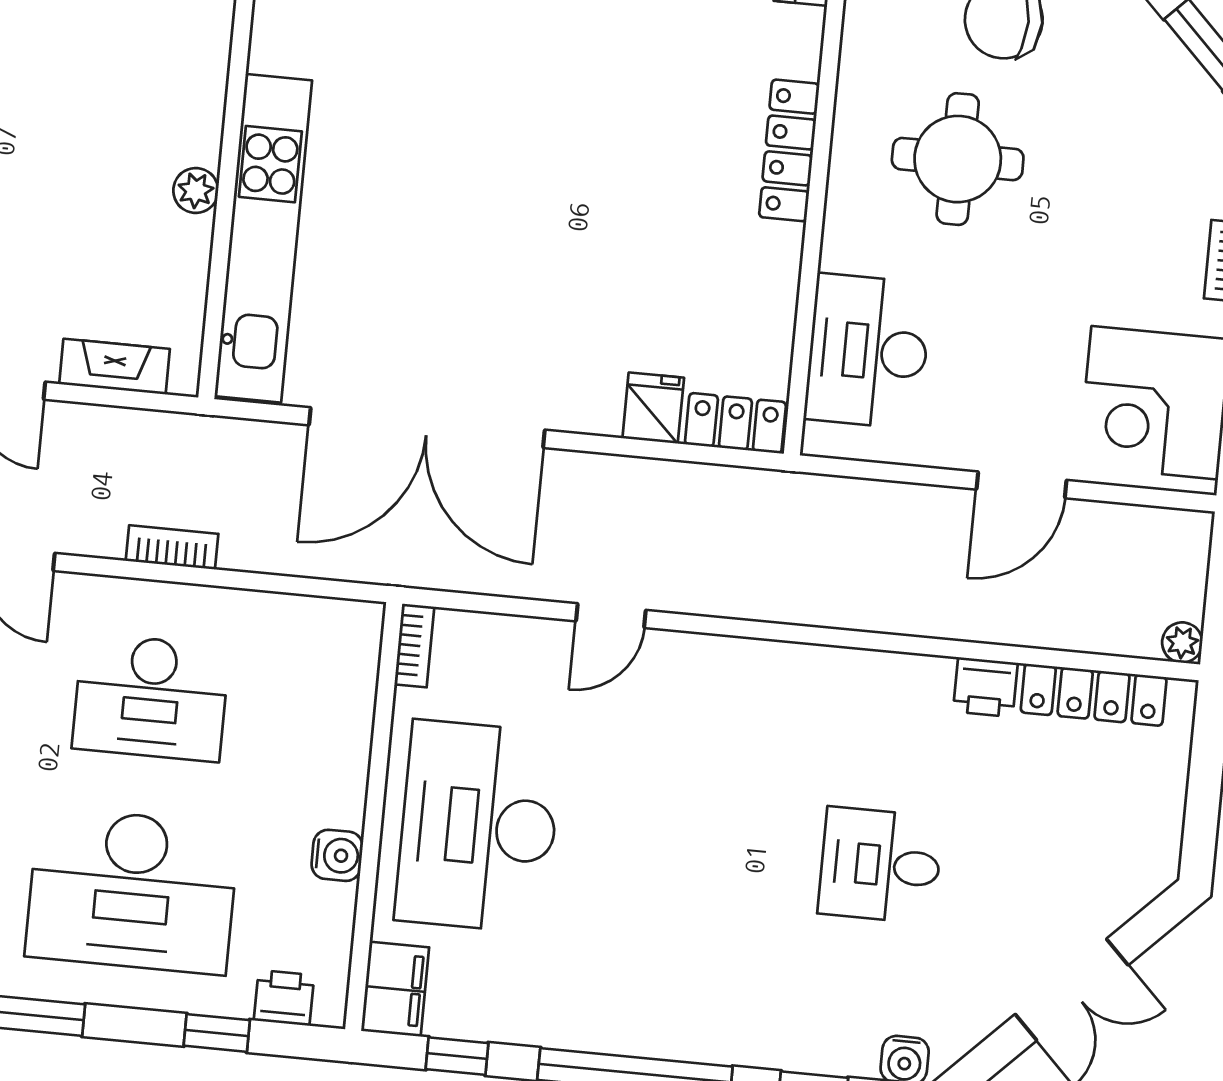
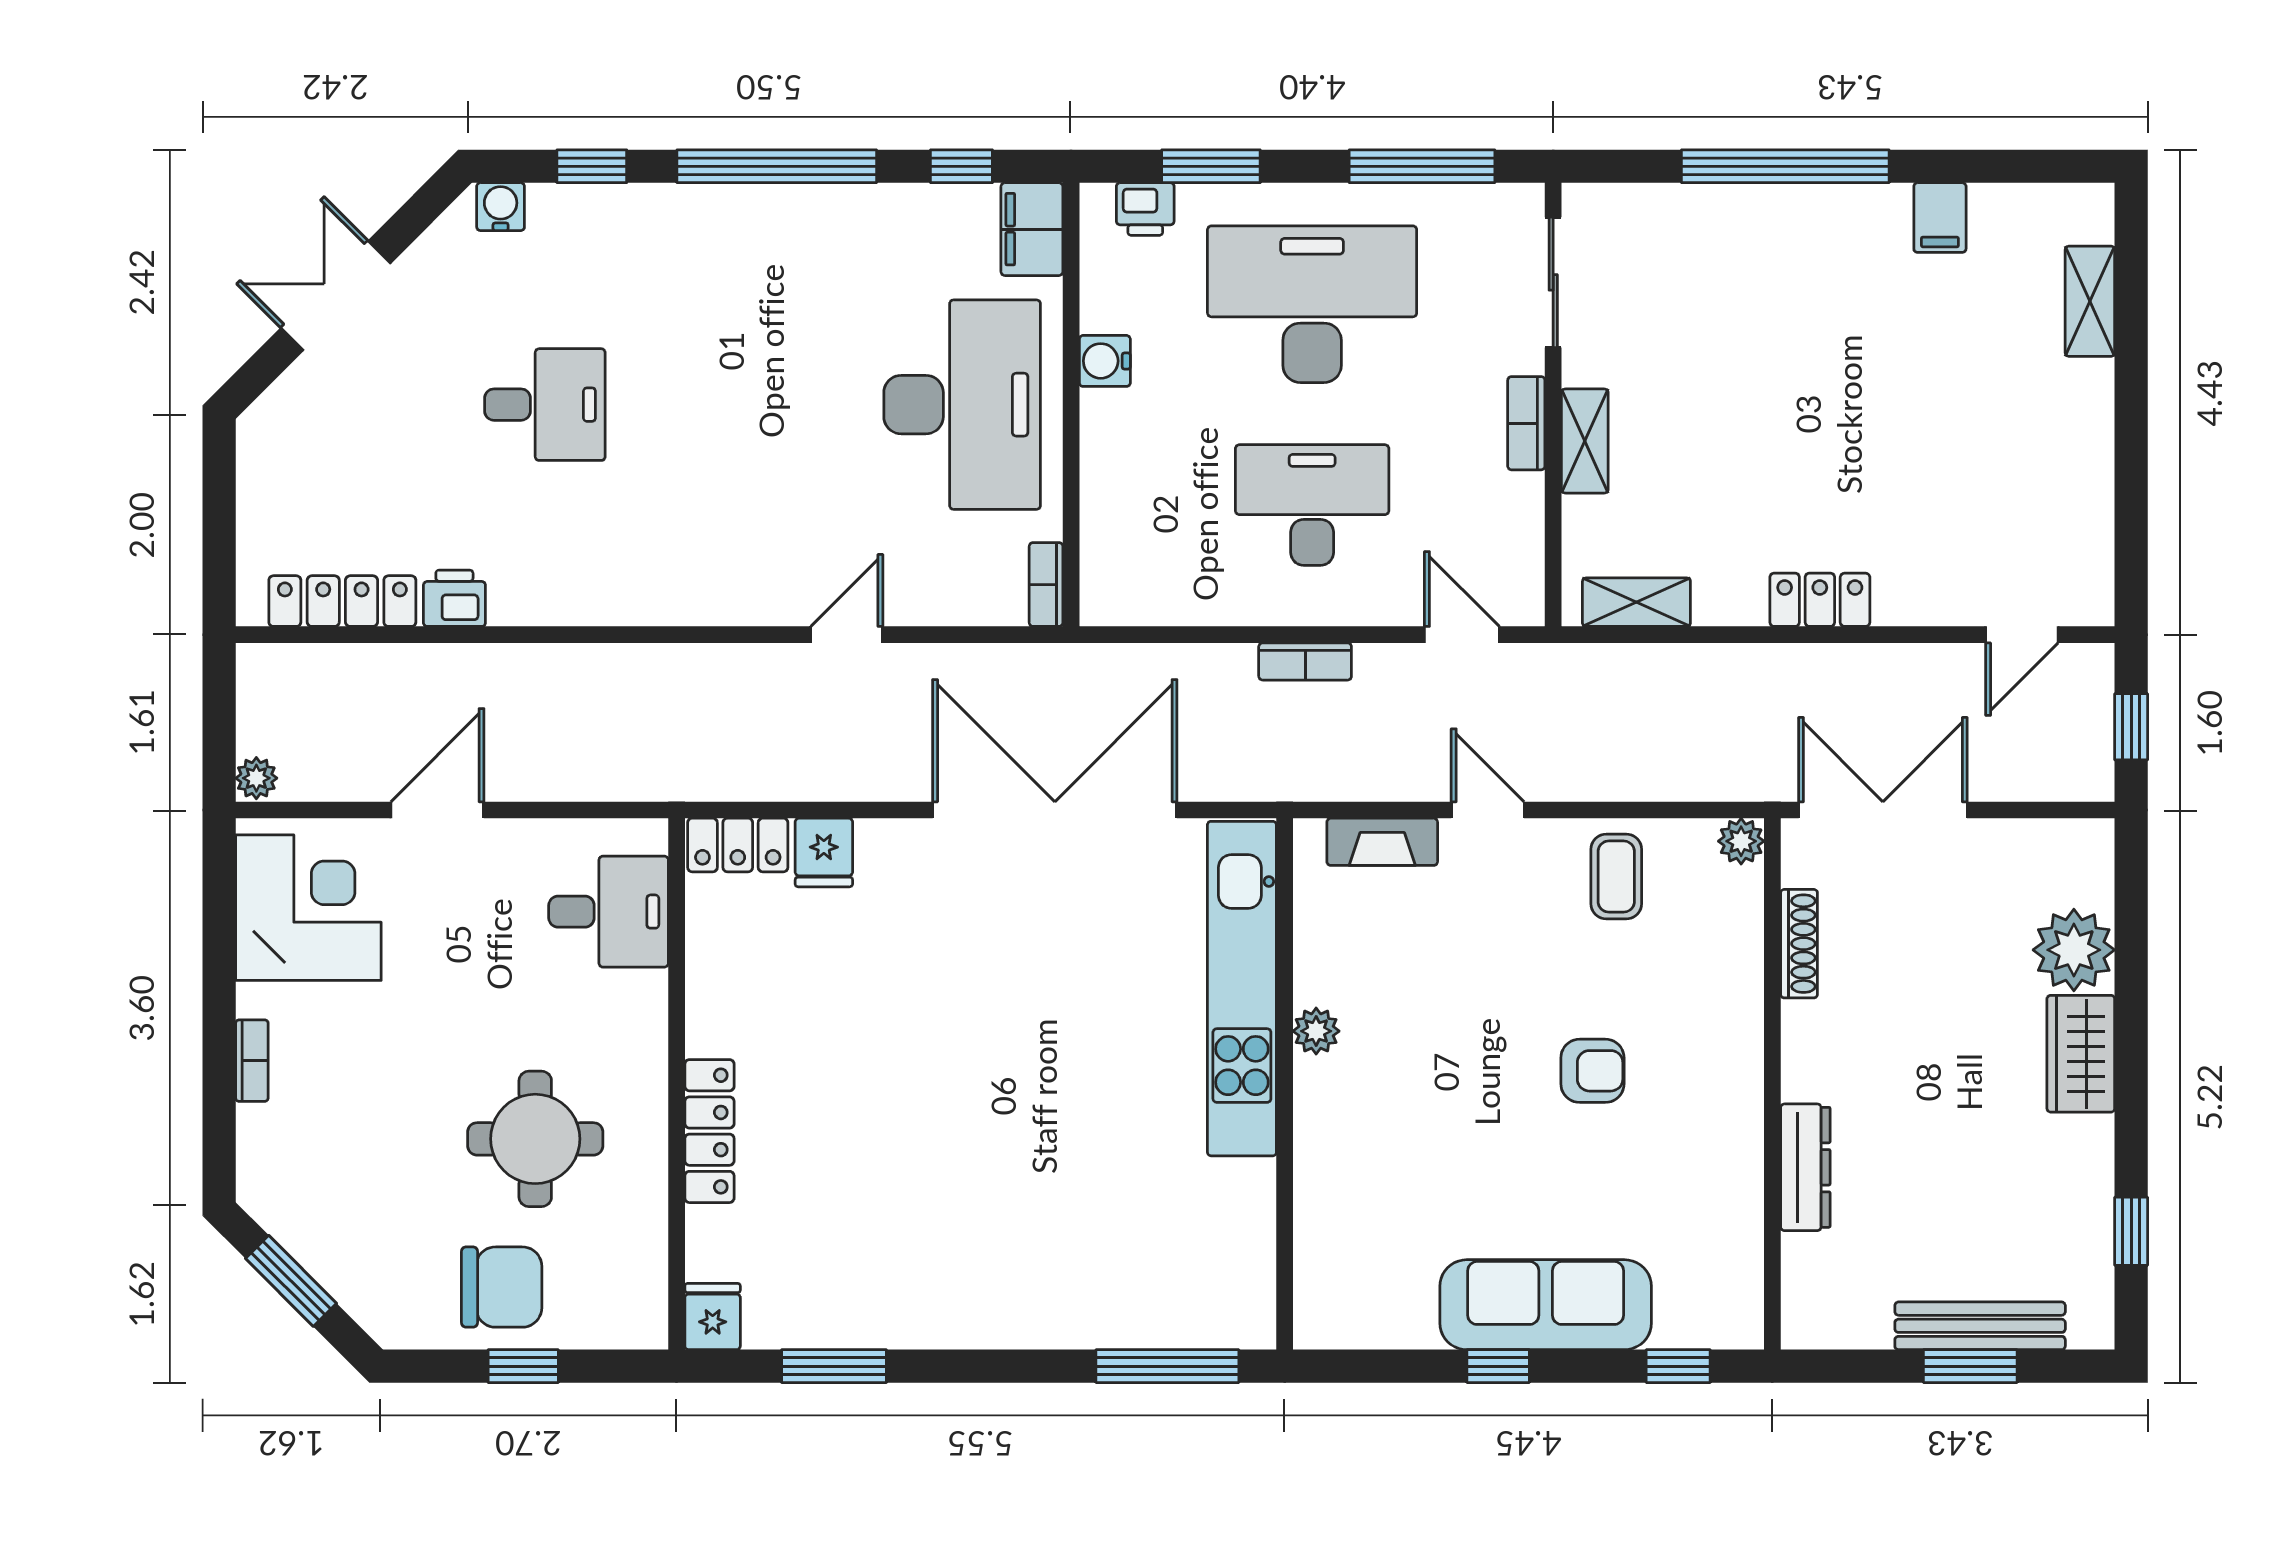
desk: (868, 351) -> (609, 912), width x0.73
plant: (1182, 642) -> (256, 778), moved
window: (217, 1033) -> (1211, 166), width x1.50

